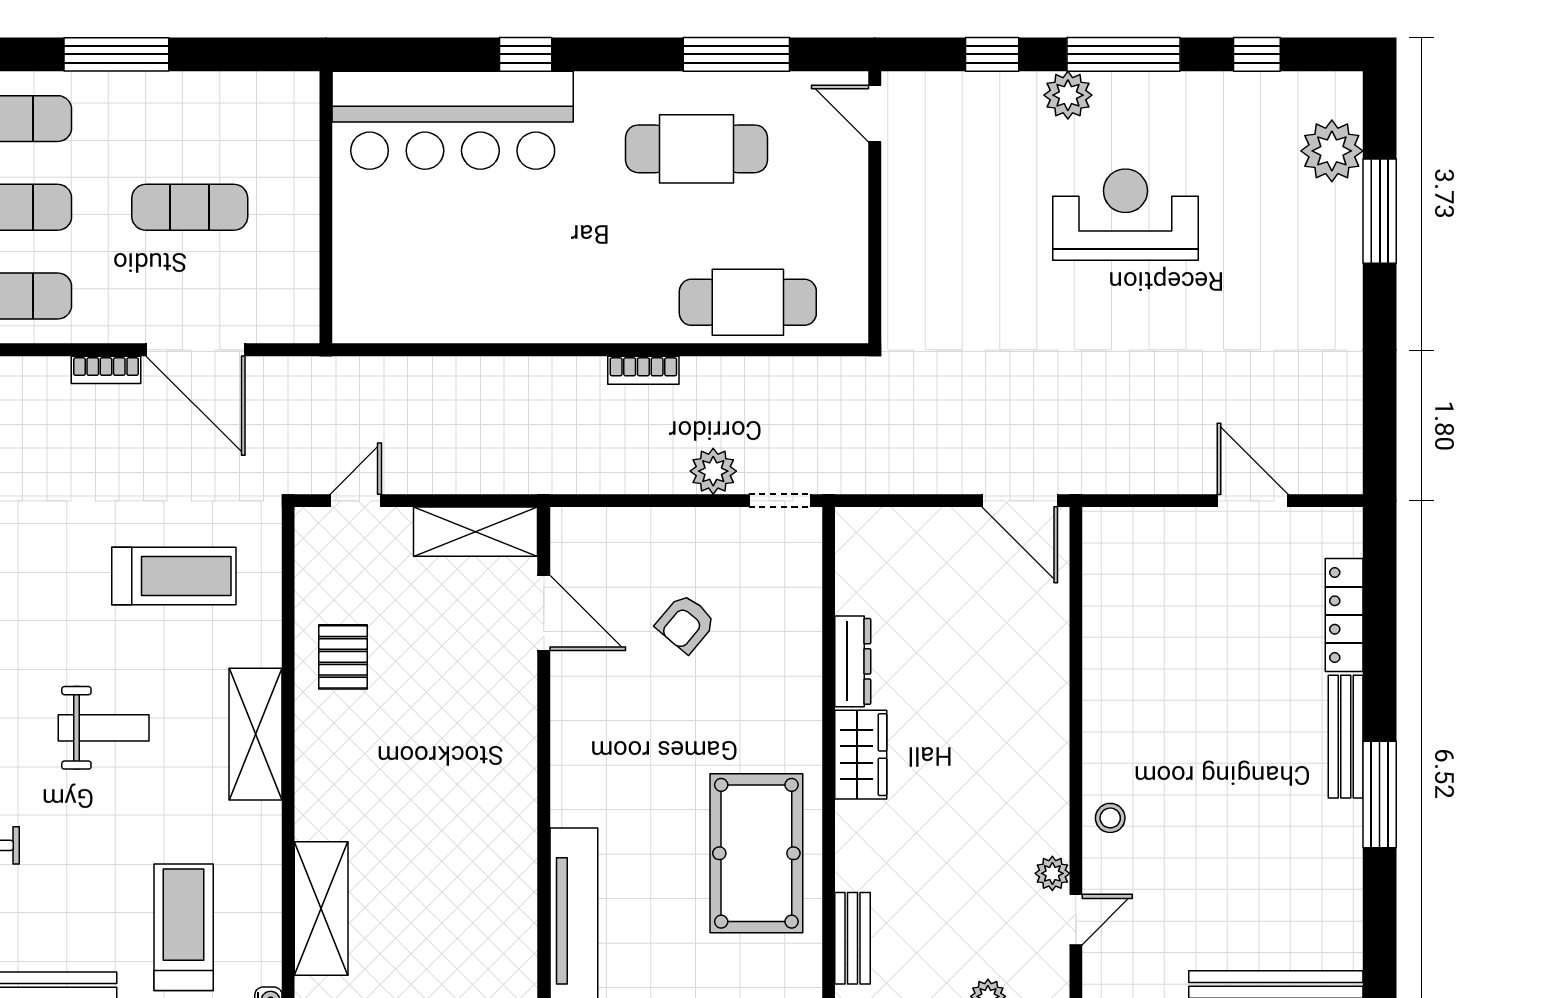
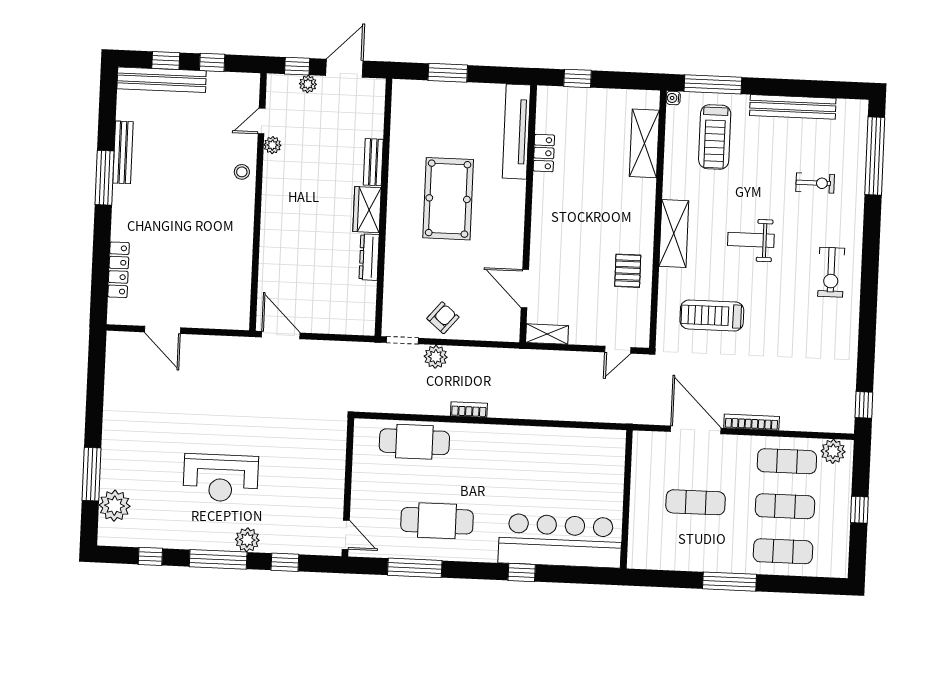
bookcase: (106, 370) -> (752, 422), width x1.56
shelving: (476, 532) -> (547, 334), width x0.67, depth x0.75
armchair: (686, 623) -> (443, 318), moved
bench: (1346, 737) -> (123, 152), moved
pool table: (756, 853) -> (448, 199), moved
locker: (518, 881) -> (544, 153), added
bench: (853, 938) -> (373, 162), moved

